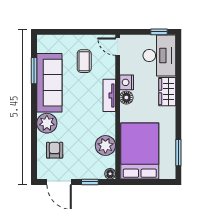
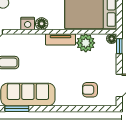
tv unit: (109, 95) -> (60, 39), moved
plant: (47, 123) -> (65, 97), removed
window: (90, 182) -> (119, 46), moved

